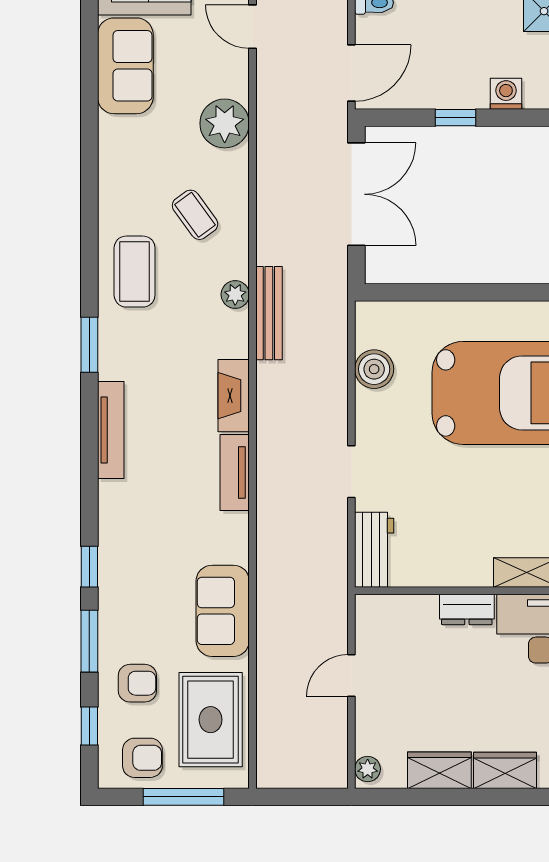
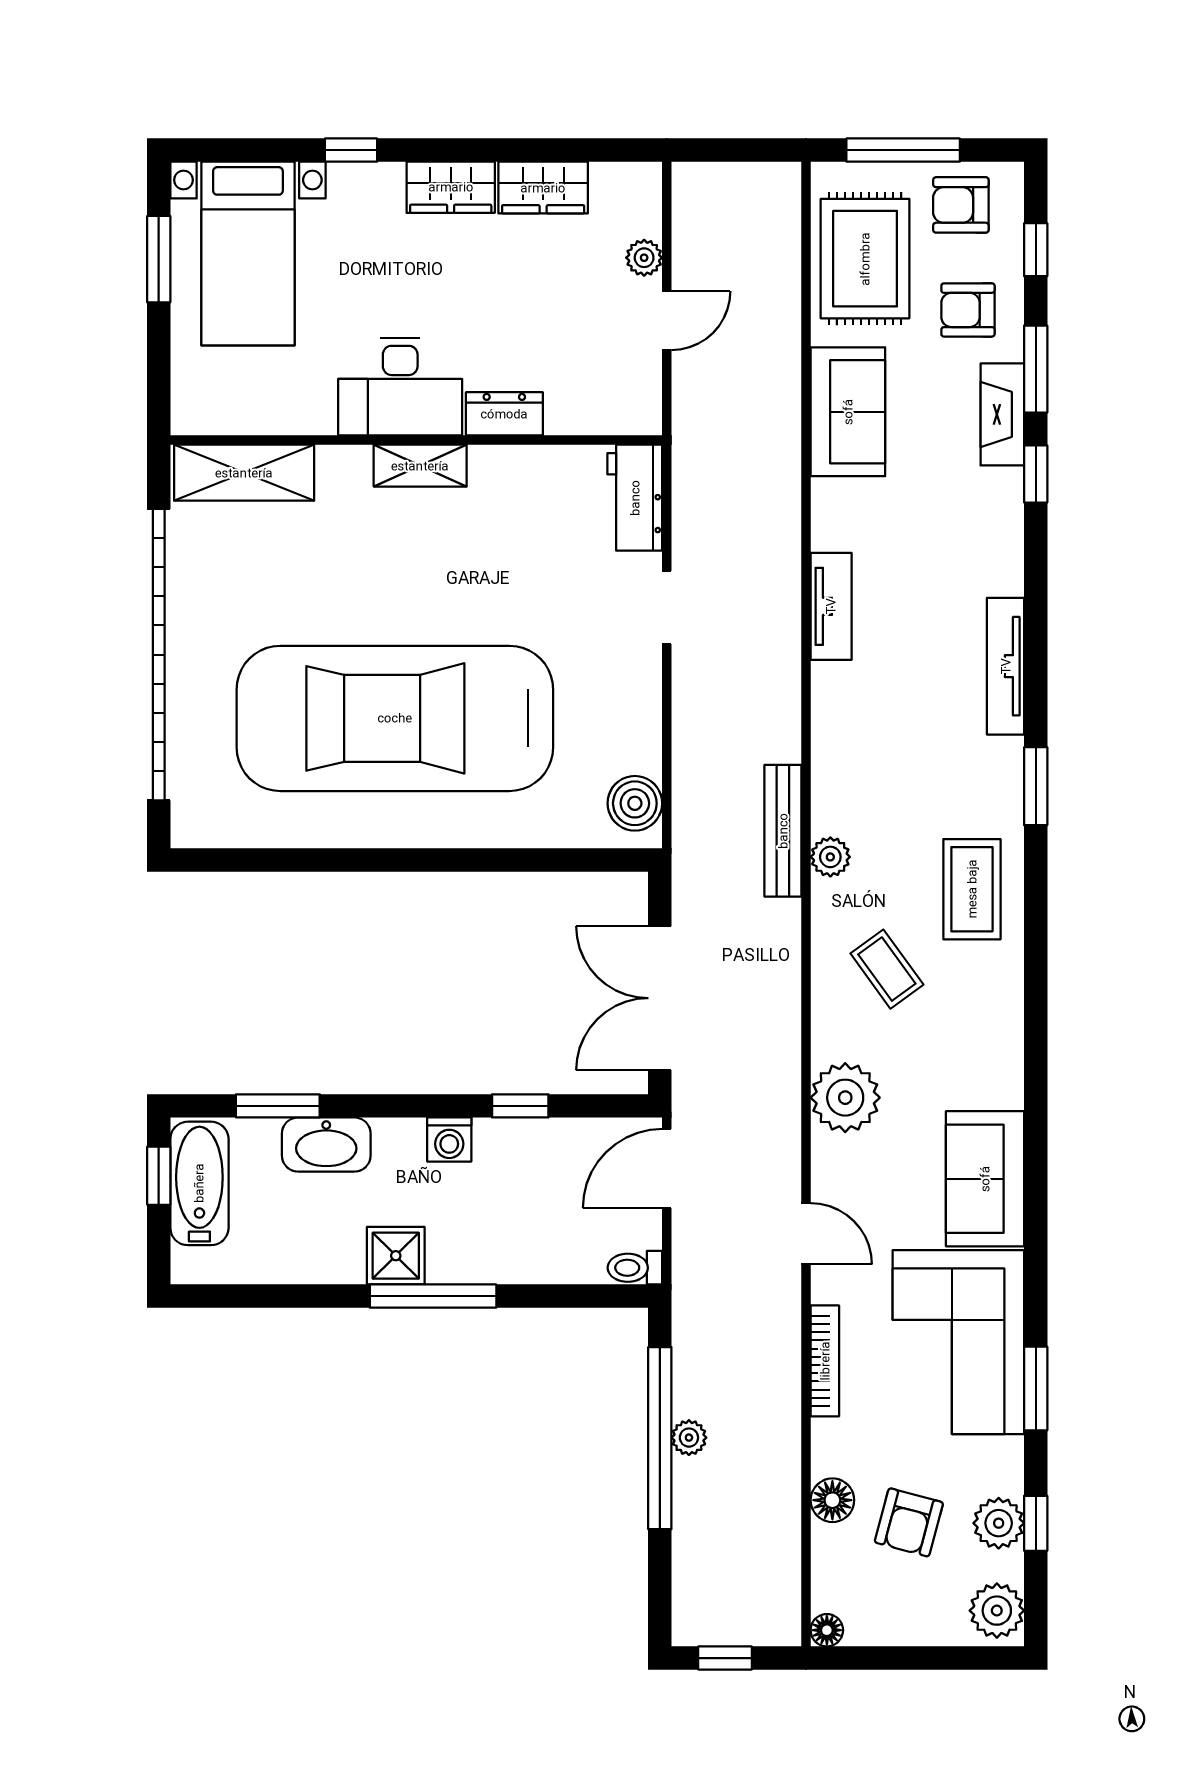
boiler: (374, 369) -> (635, 803), moved
fireplace: (234, 396) -> (1002, 414), moved, turned 180
plant: (368, 769) -> (644, 258), moved

